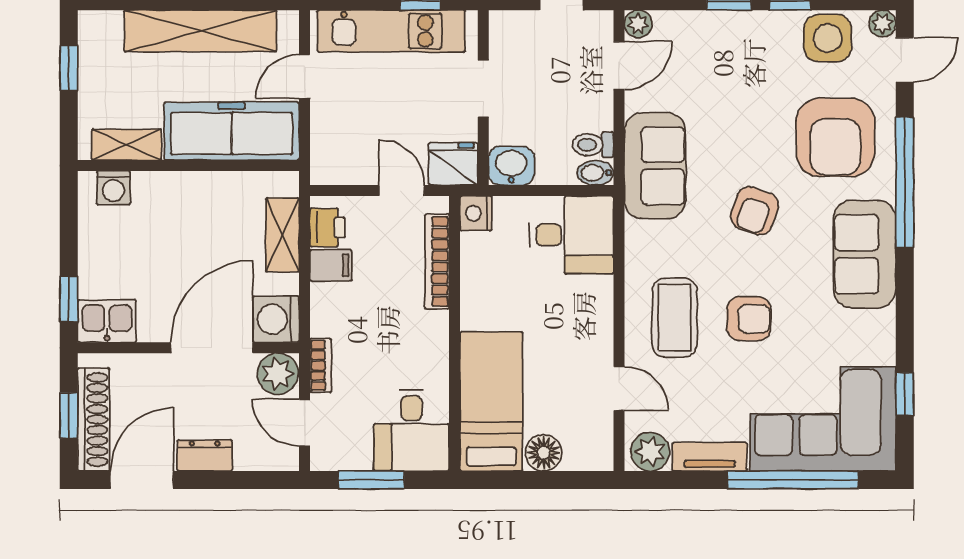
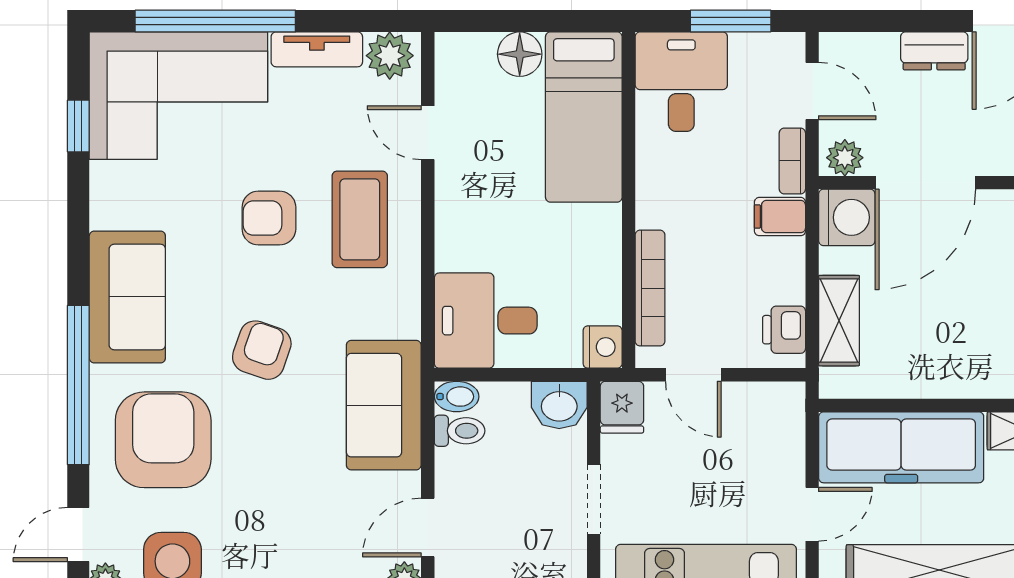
fridge: (453, 164) -> (622, 407), width x0.72
filing cabinet: (331, 265) -> (780, 217), moved
plant: (278, 374) -> (845, 158), width x0.73, depth x0.73

